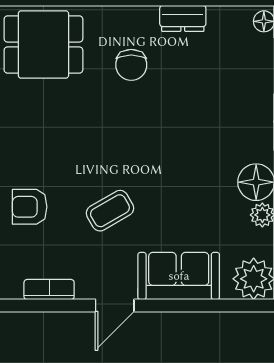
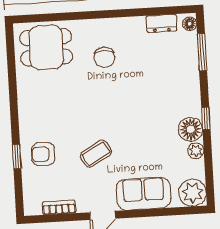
dresser: (183, 18) -> (162, 23), moved

